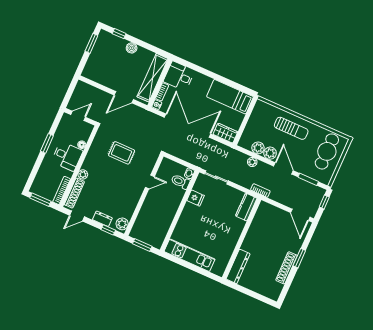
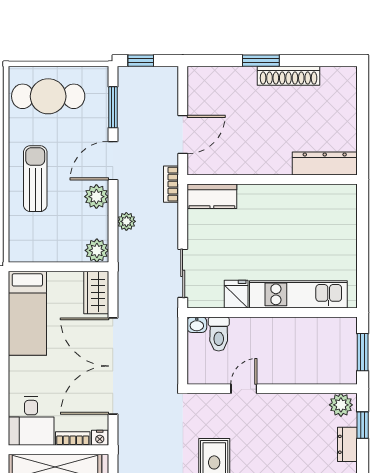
plant: (258, 148) -> (97, 250), moved
door: (150, 182) -> (244, 389), hinge flipped
door: (300, 215) -> (183, 135), moved
kitchen unit: (190, 255) -> (298, 294), moved, turned 90

